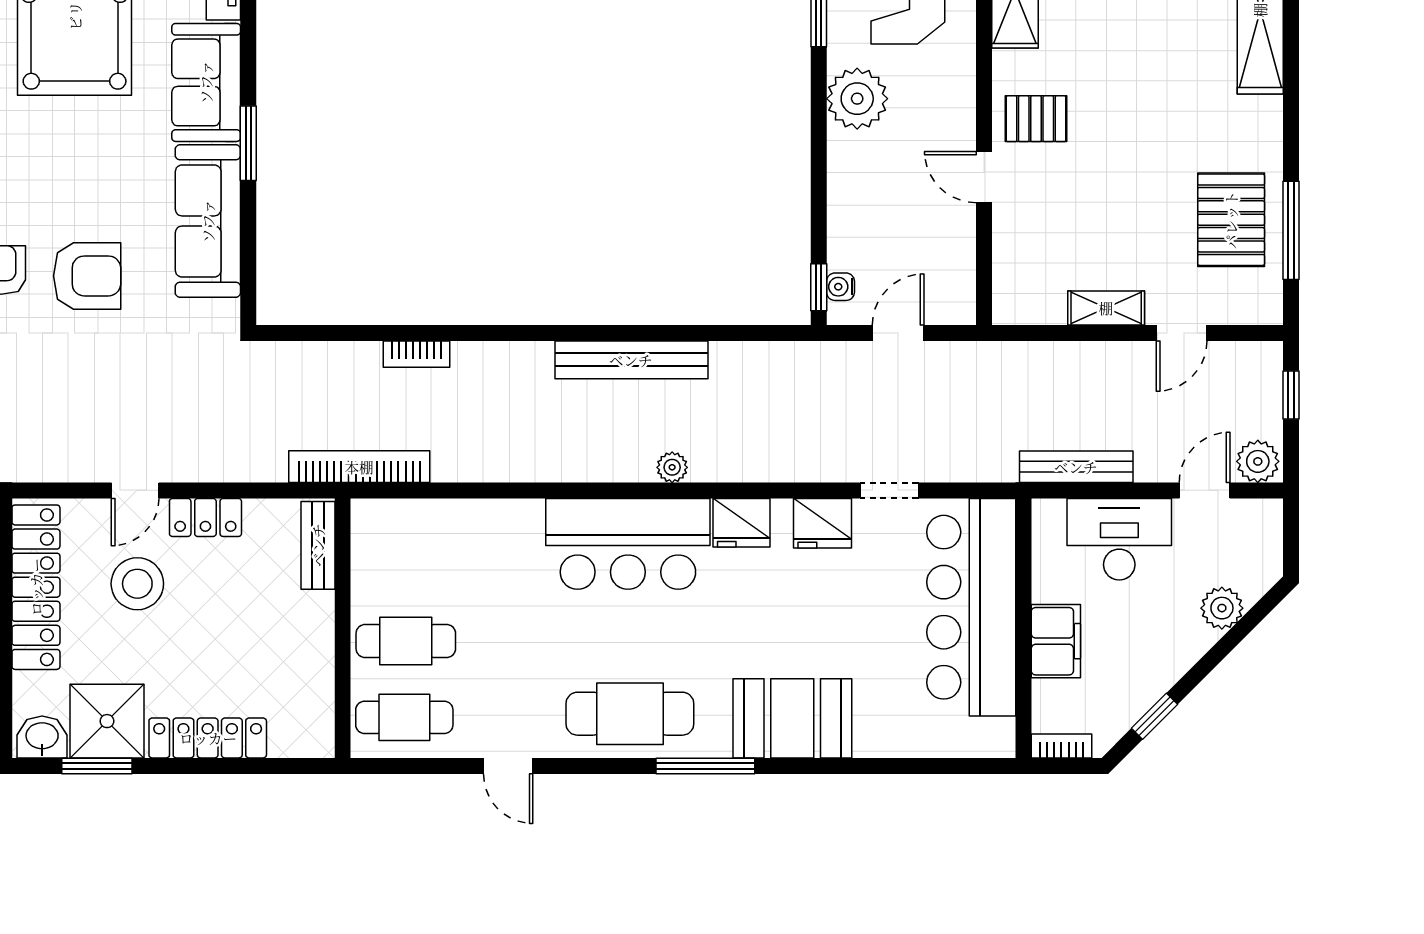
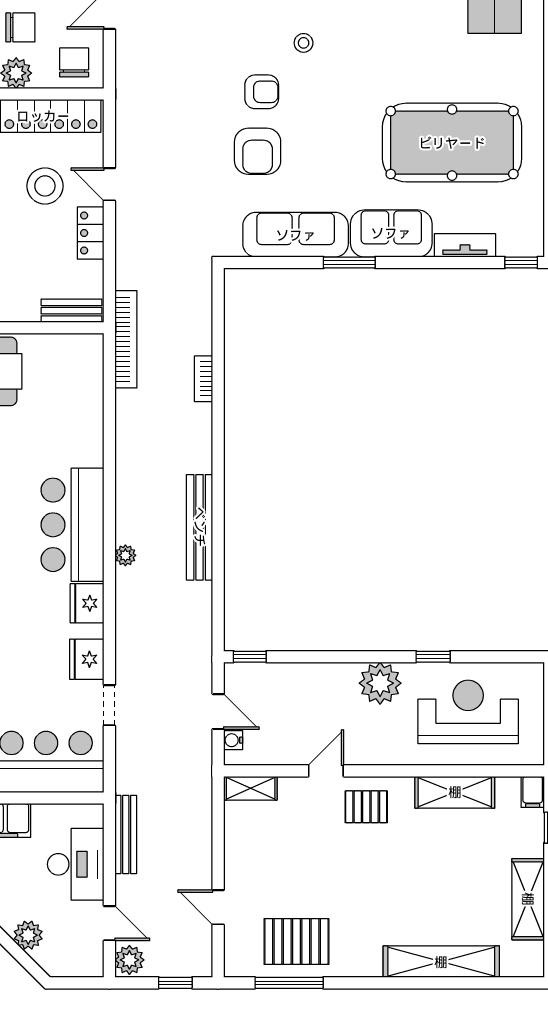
pallet: (1036, 119) -> (366, 807), turned 90
water cooler: (840, 287) -> (233, 740), moved, turned -90
shelving: (1106, 308) -> (251, 788), moved, turned 90

